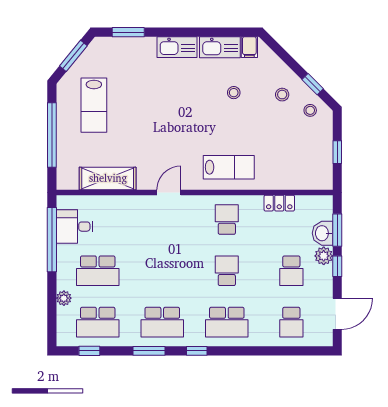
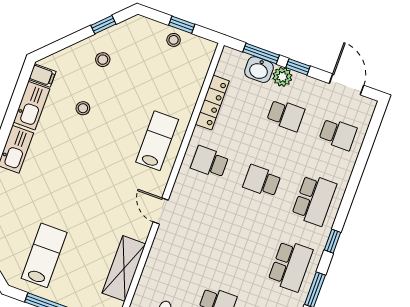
lab bench: (94, 105) -> (44, 255), turned -90
stool: (310, 110) -> (174, 40), moved
locker: (279, 203) -> (212, 103), width x1.53

